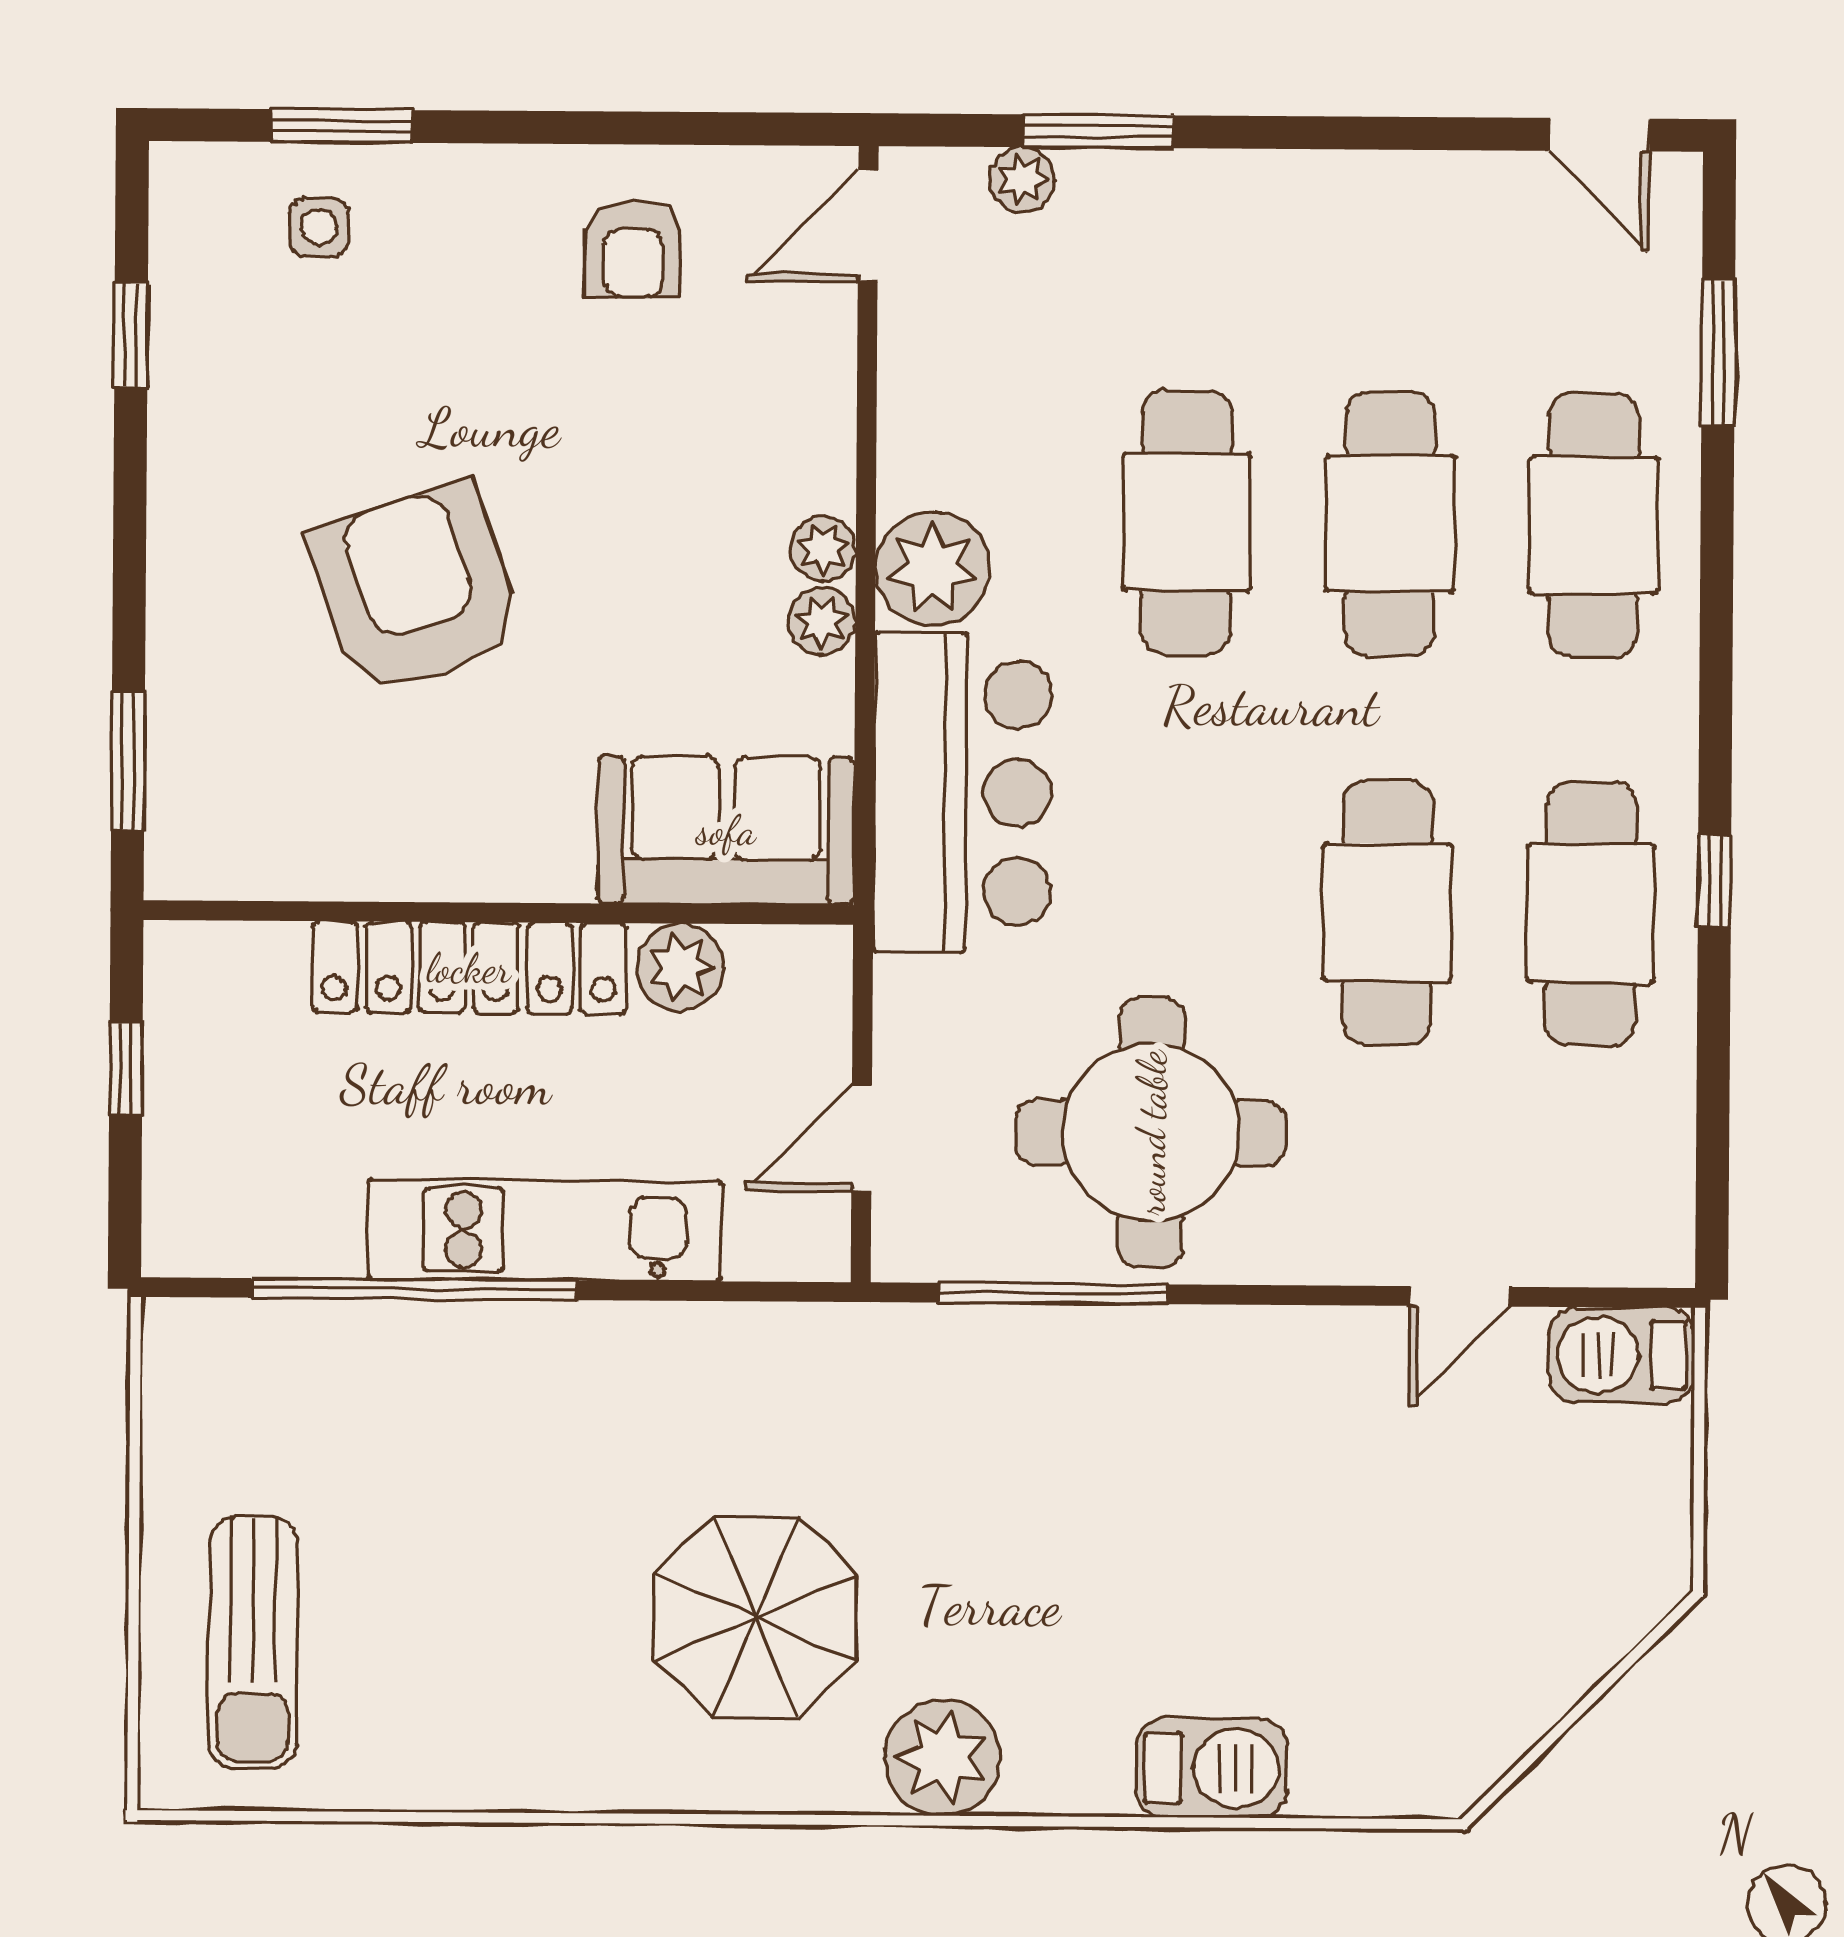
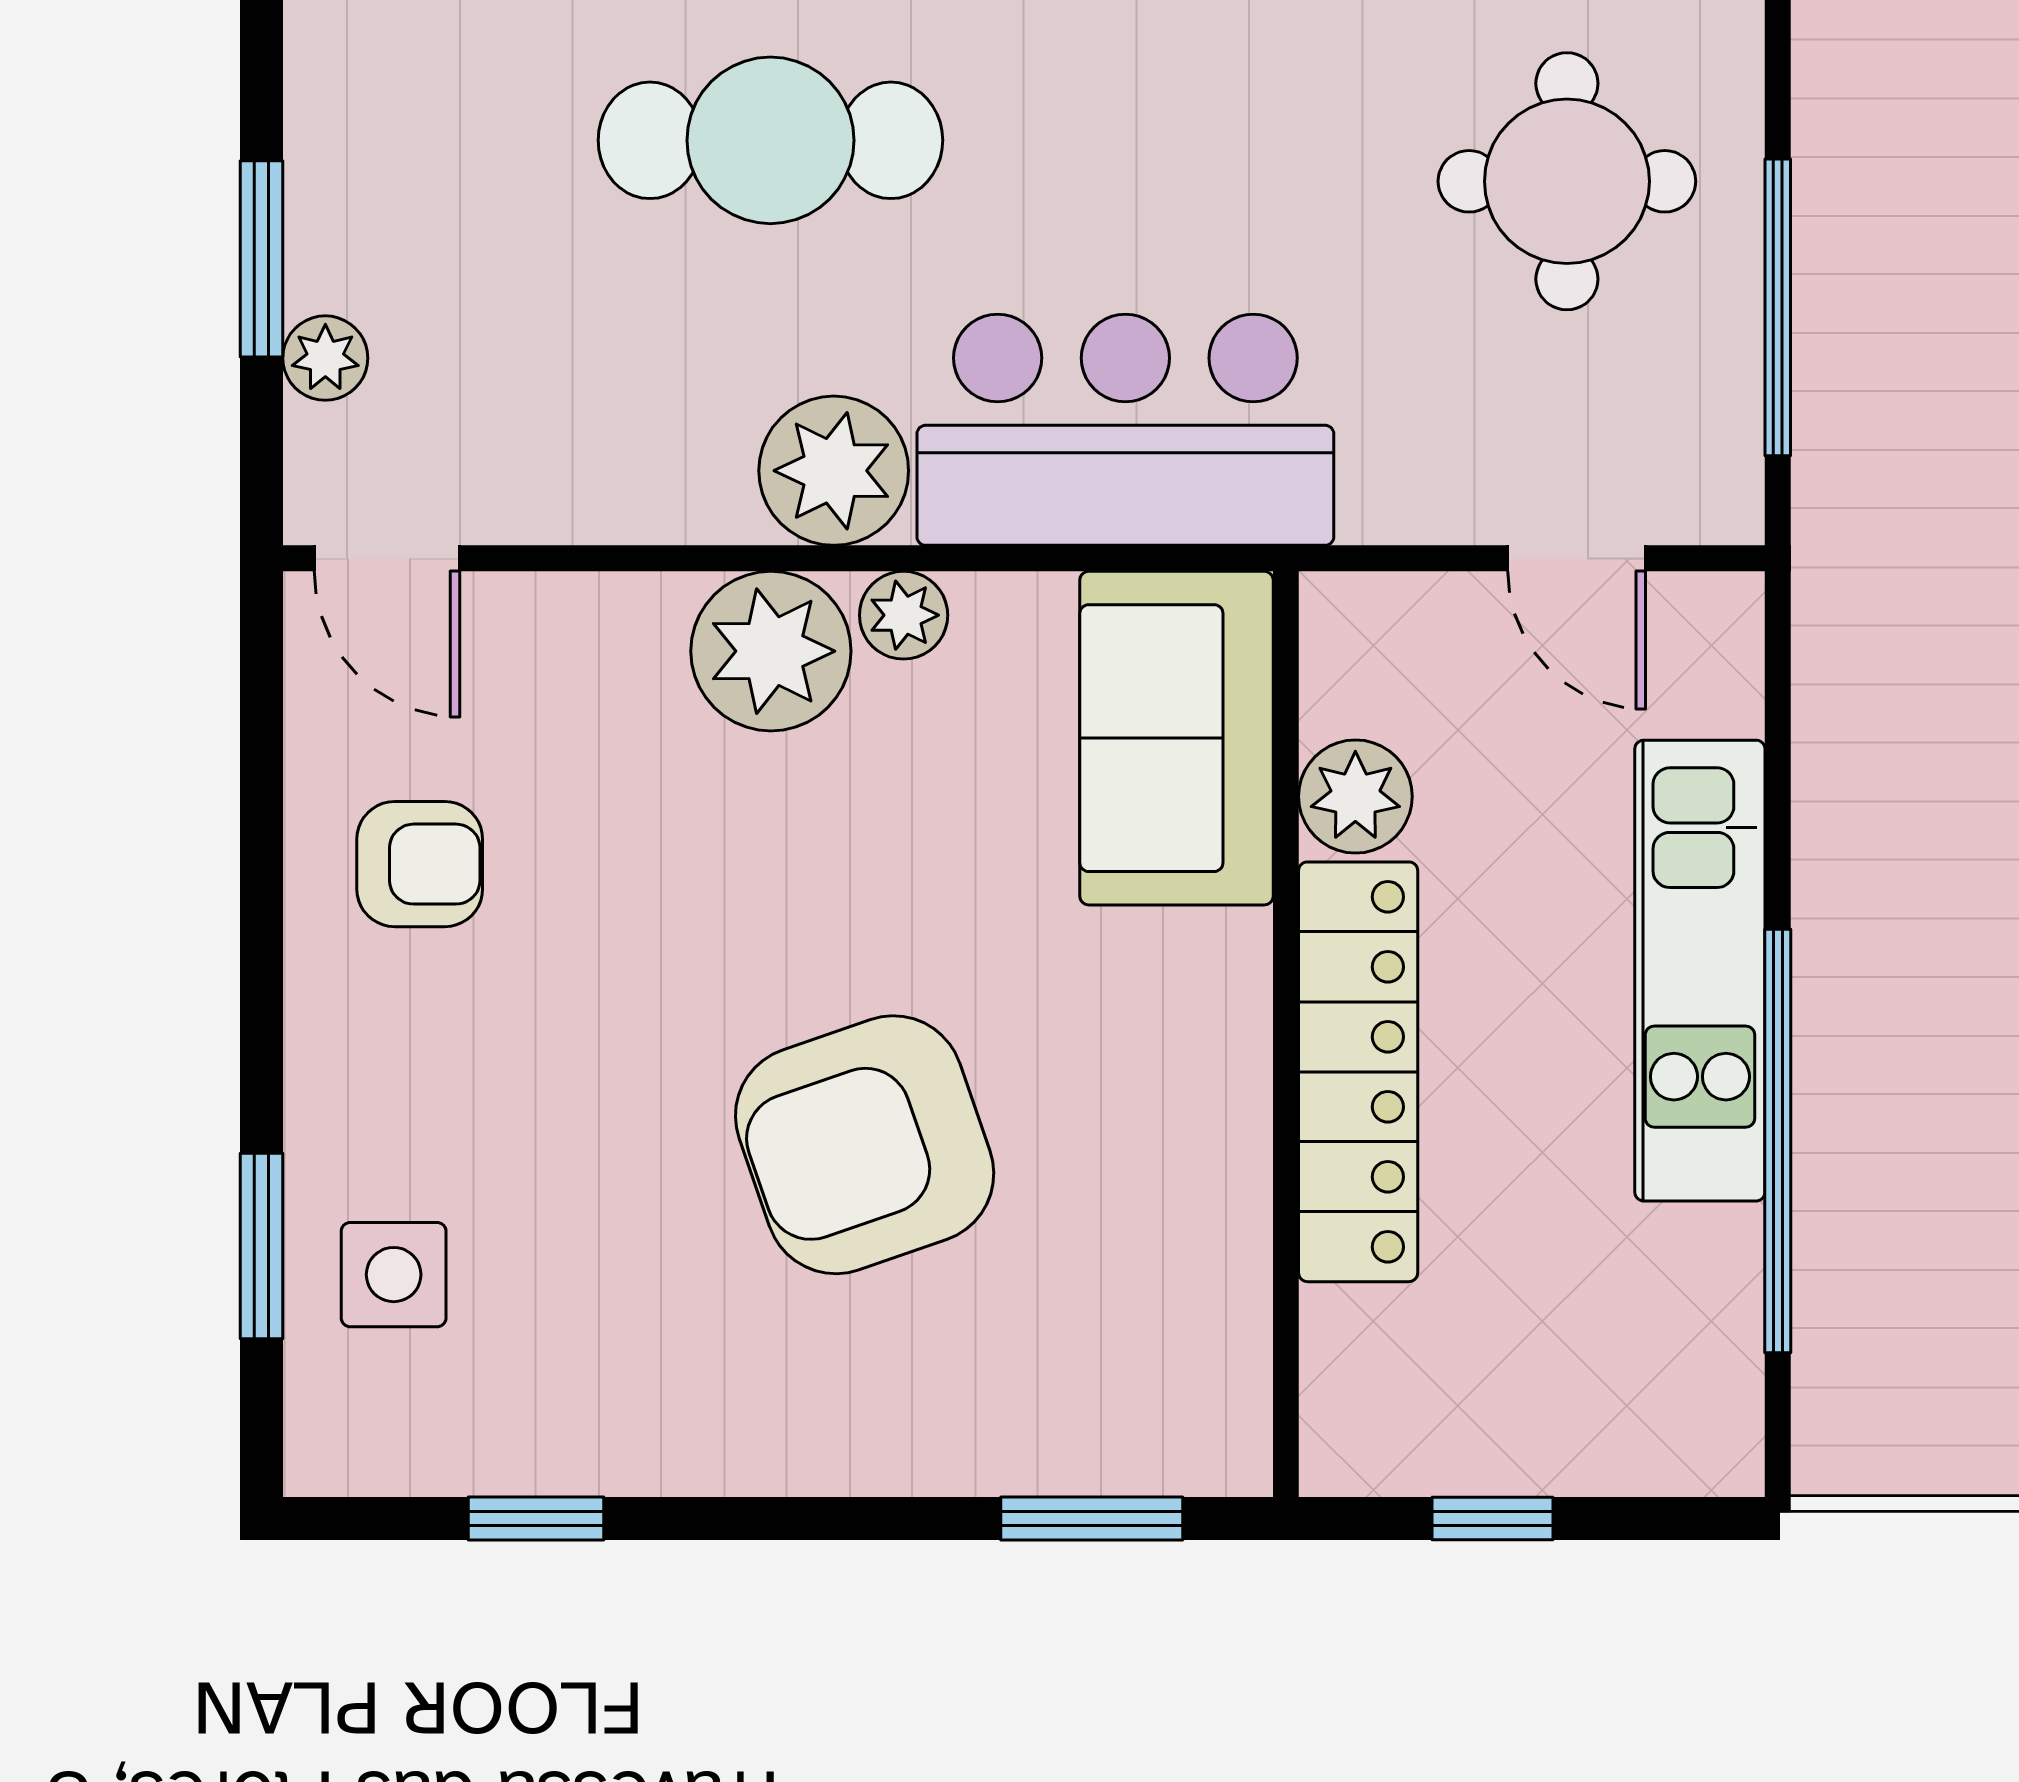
side table: (319, 227) -> (394, 1275), width x1.37, depth x1.37
plant: (823, 549) -> (771, 651), width x1.88, depth x1.88
round table: (1151, 1133) -> (1567, 181), width x0.73, depth x0.73

